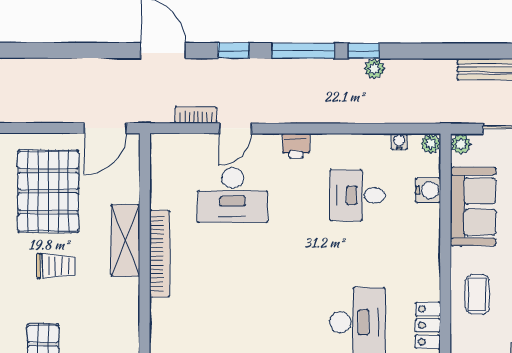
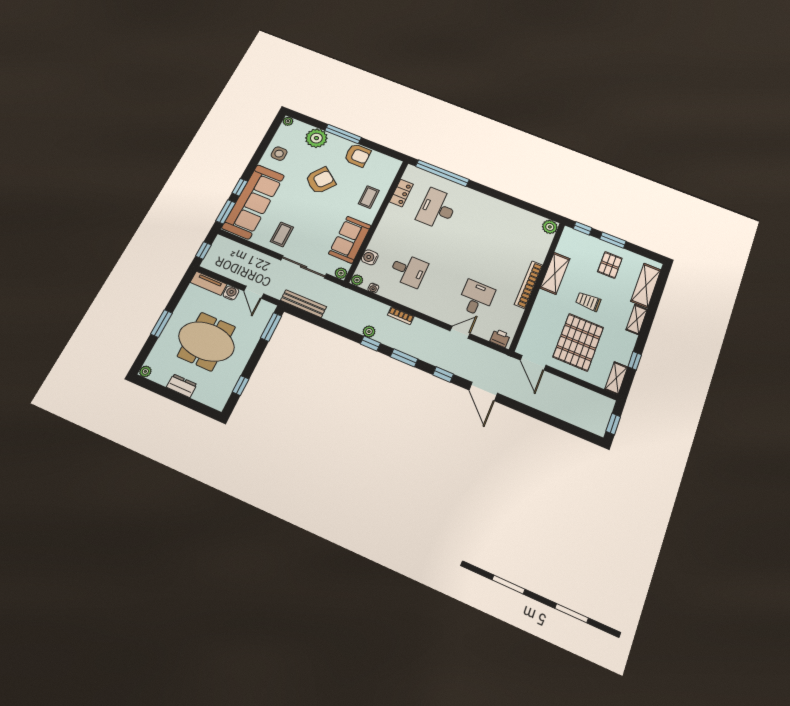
window: (303, 51) -> (404, 358), width x0.69
bookcase: (196, 115) -> (401, 316), moved
door: (105, 128) -> (533, 363), swing flipped
printer: (296, 146) -> (500, 338), moved
desk: (233, 195) -> (476, 298), width x0.73
shelving: (125, 240) -> (555, 273), moved

